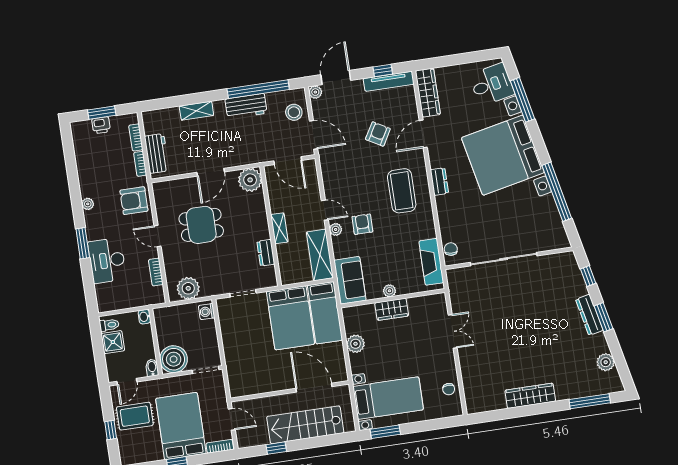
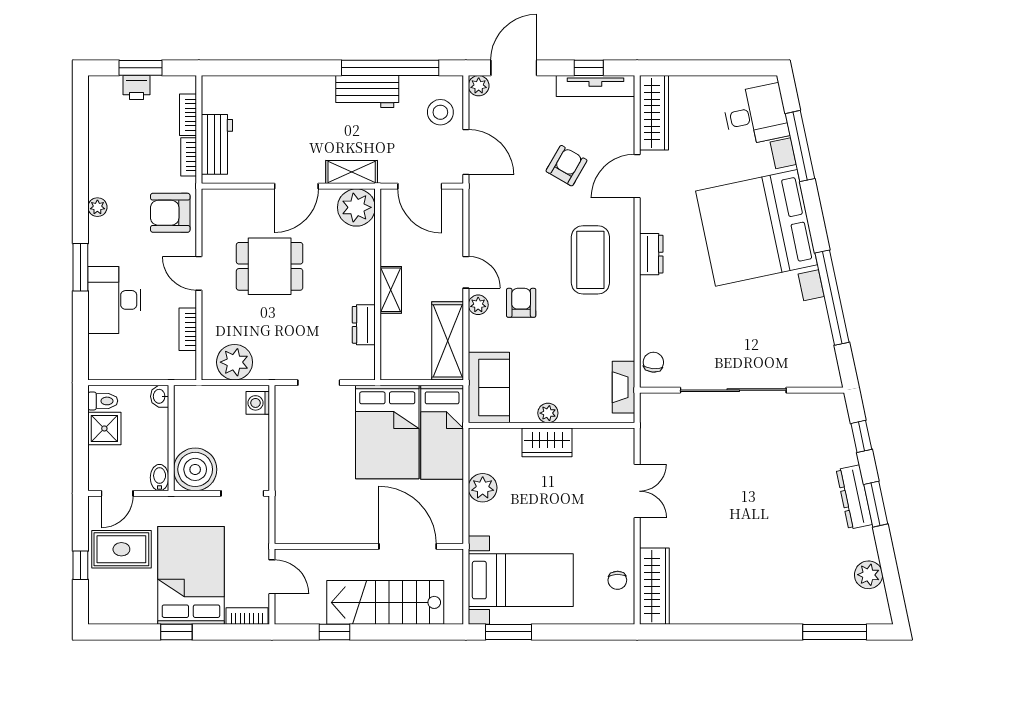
shelving: (196, 111) -> (352, 172), moved
fireplace: (431, 262) -> (623, 387), width x0.73, depth x0.76
wardrobe: (530, 396) -> (654, 586), moved, turned 90

